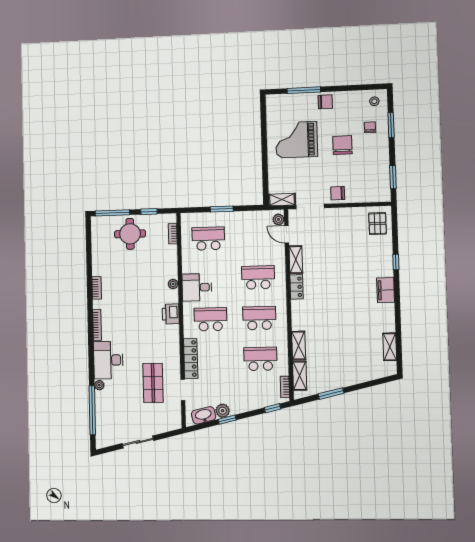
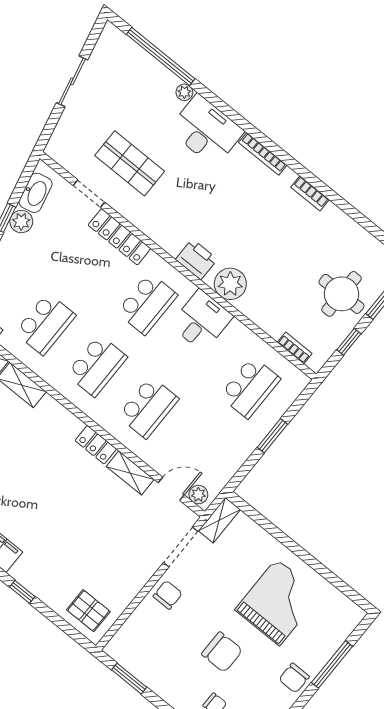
plant: (173, 284) -> (230, 284), width x1.88, depth x1.88

